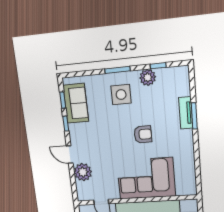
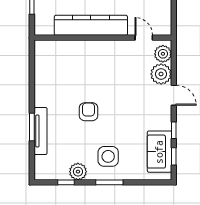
tv unit: (186, 113) -> (41, 131), width x1.41
armchair: (143, 134) -> (89, 112), turned 90
corner sofa: (146, 178) -> (89, 62), removed
plant: (83, 189) -> (163, 54), added

